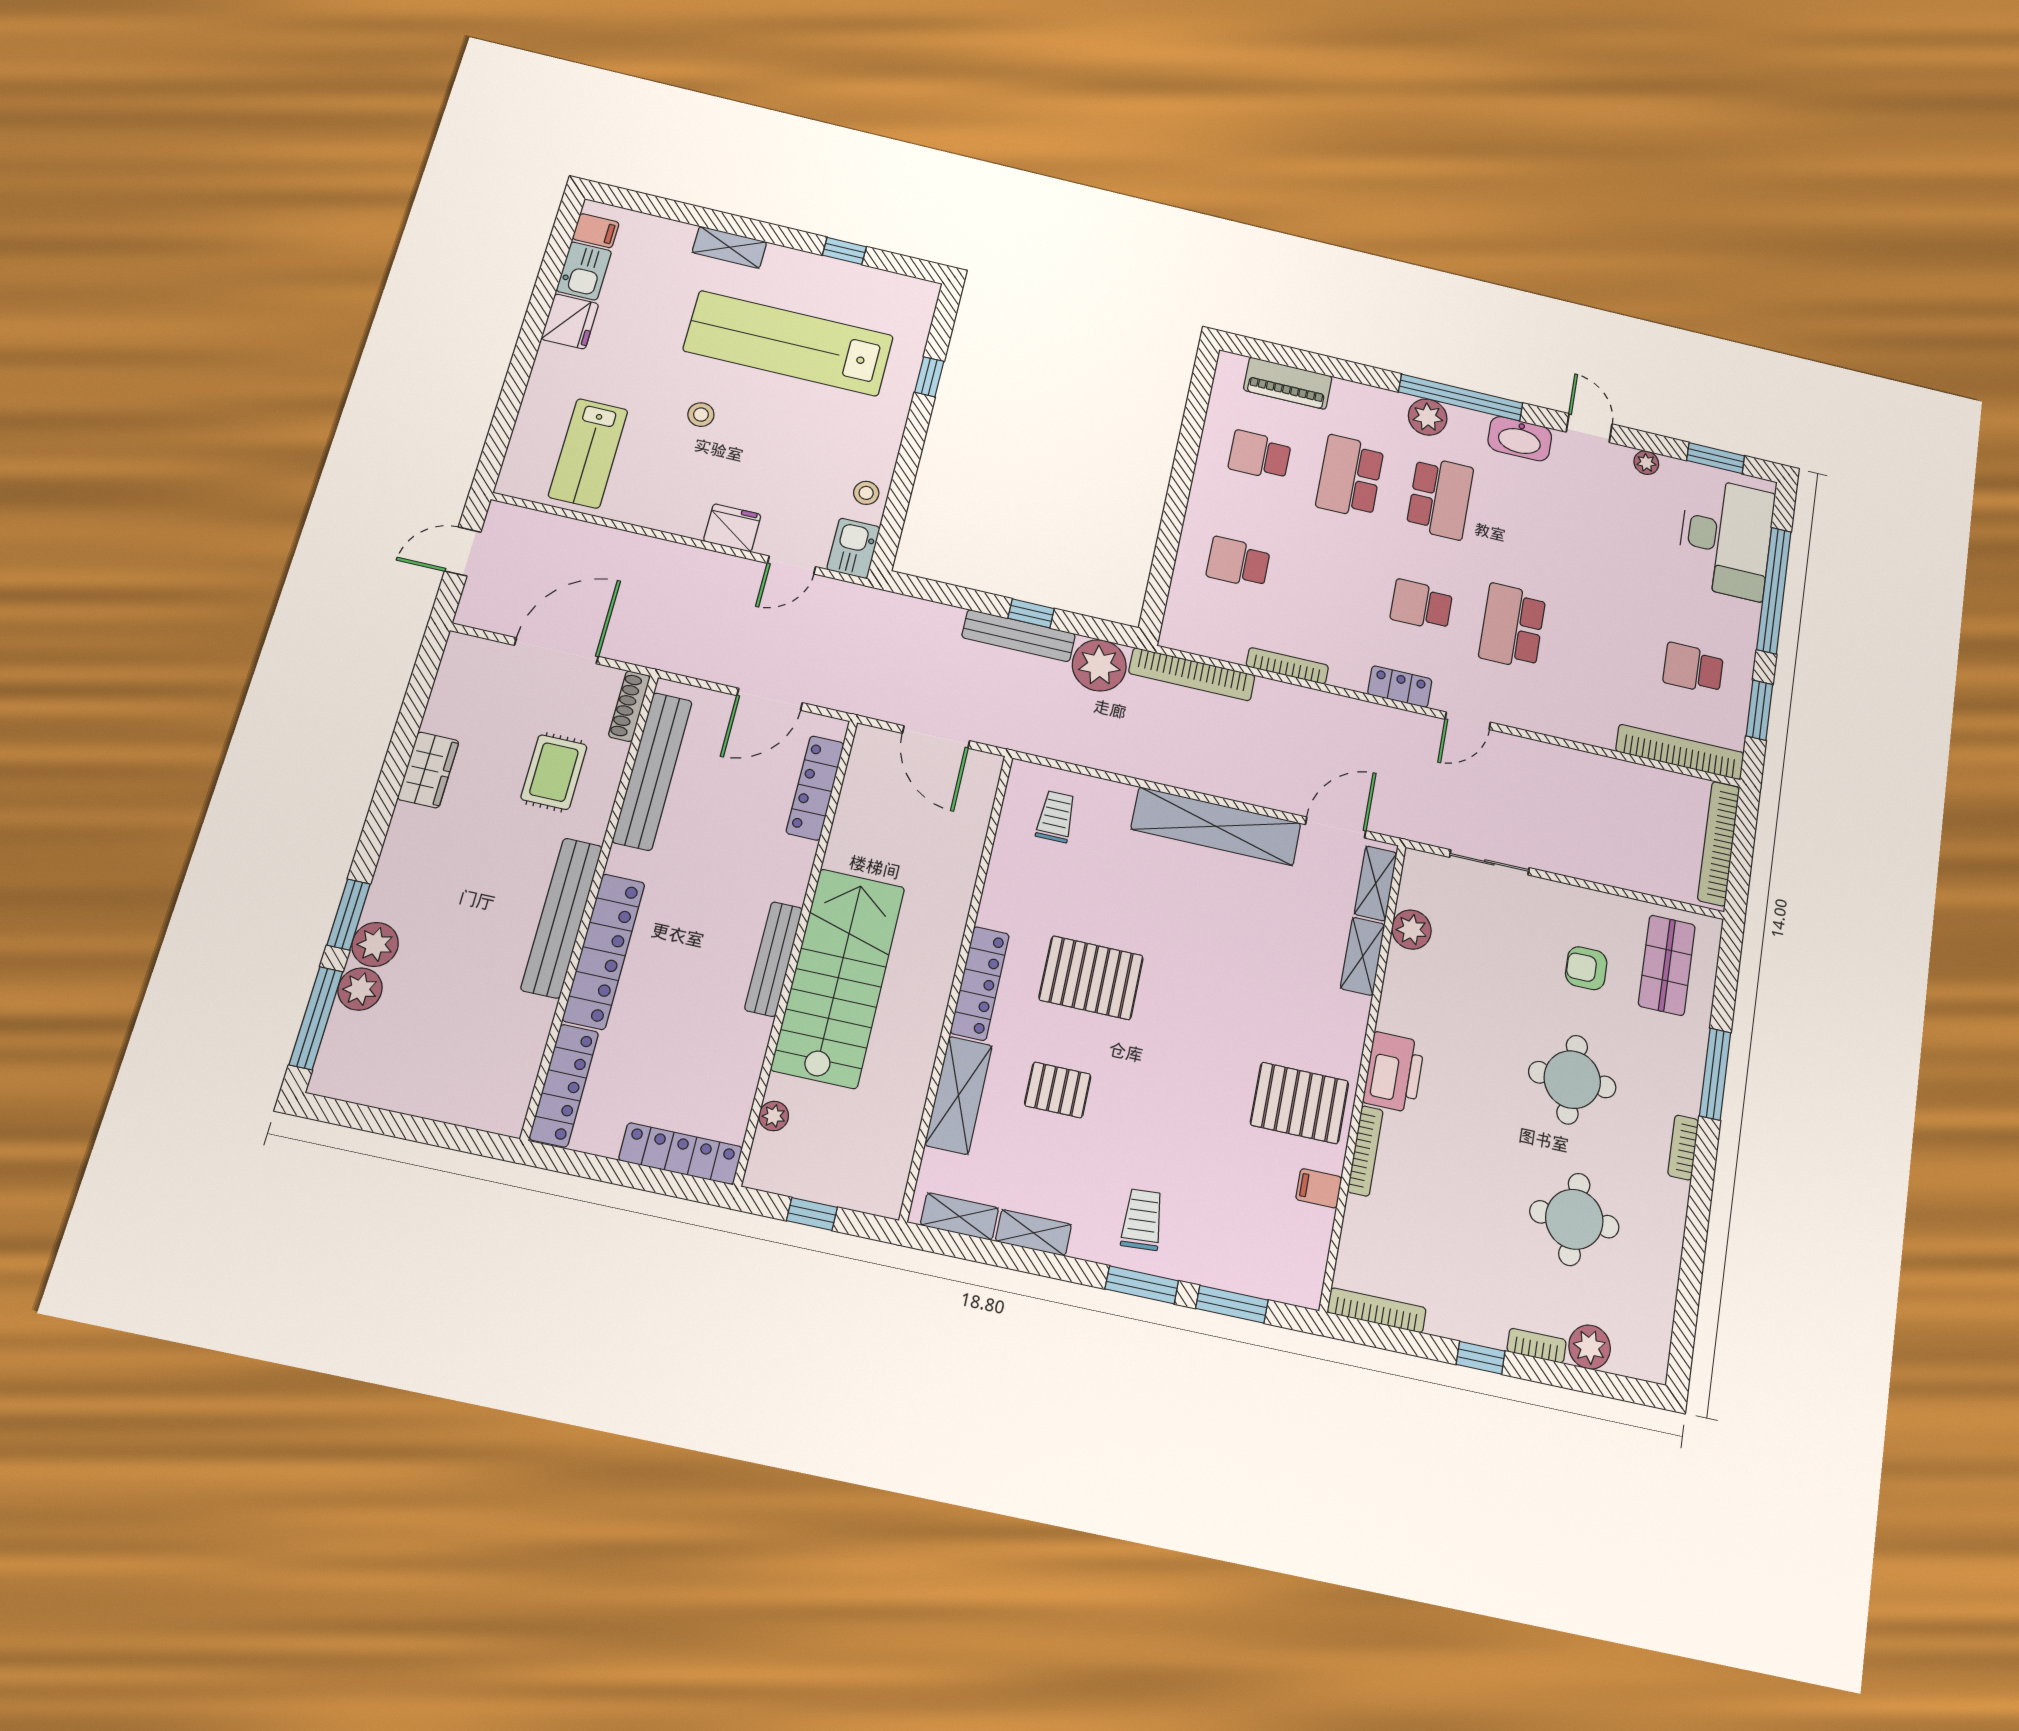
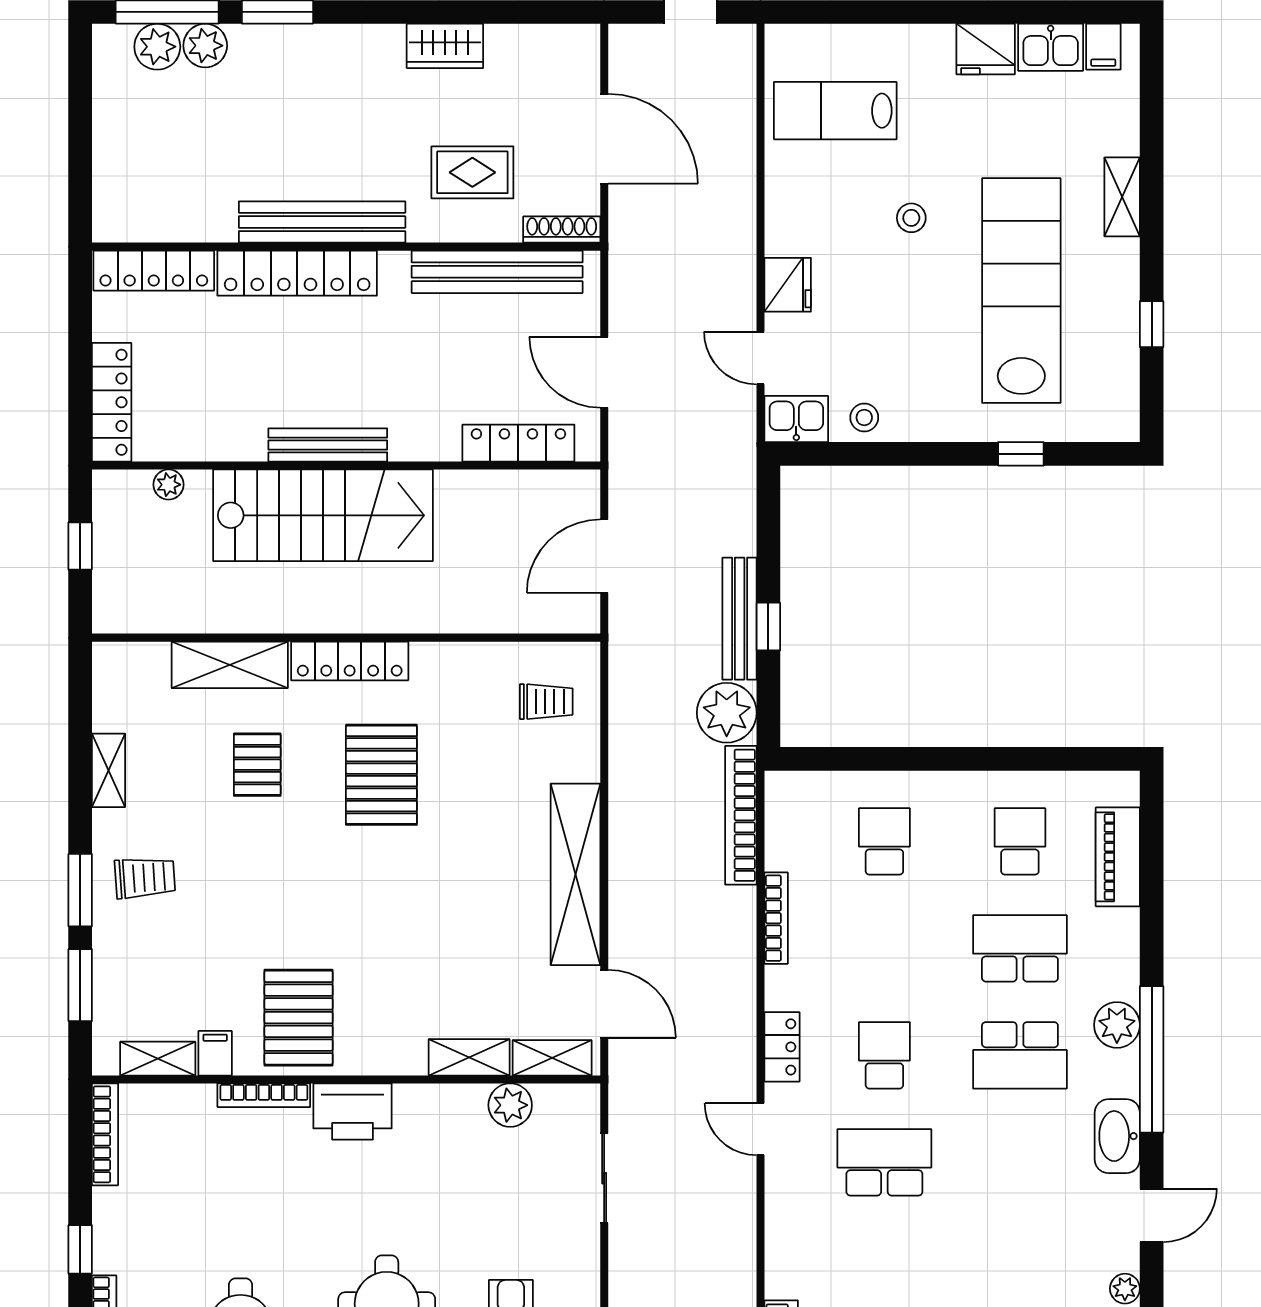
plant: (375, 944) -> (157, 47), moved
shelving: (959, 1216) -> (158, 1059), moved, turned 90

